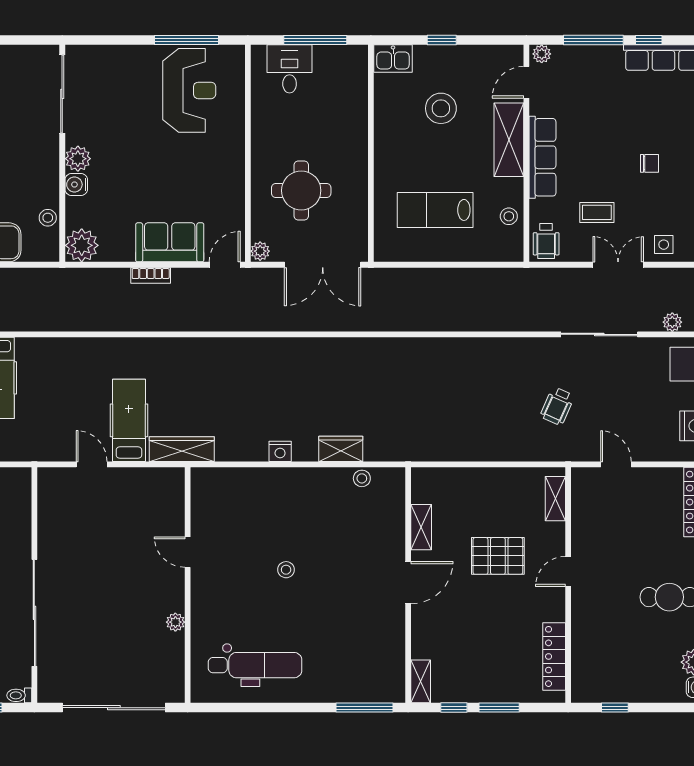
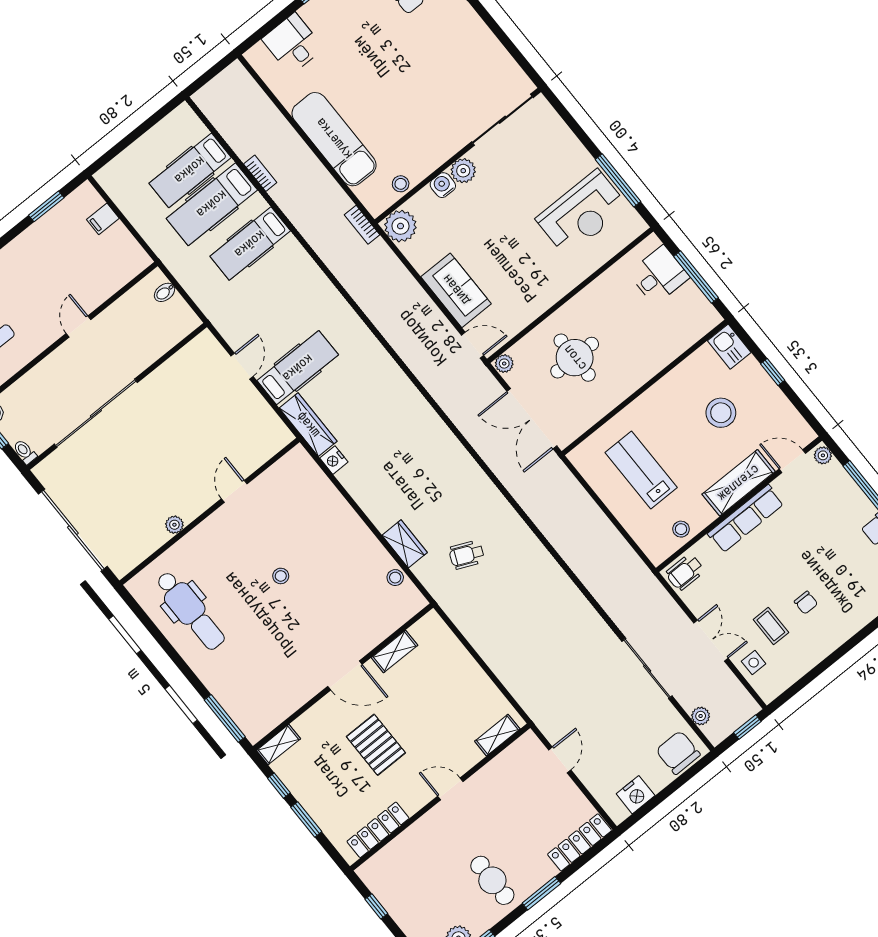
coffee table: (597, 212) -> (771, 626), moved
bookcase: (151, 275) -> (362, 225), moved
wheelchair: (557, 406) -> (467, 555), moved
nightstand: (280, 451) -> (334, 460), moved
pallet: (498, 556) -> (376, 745), moved

